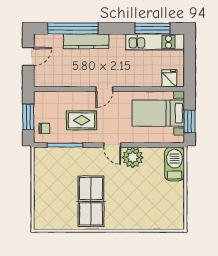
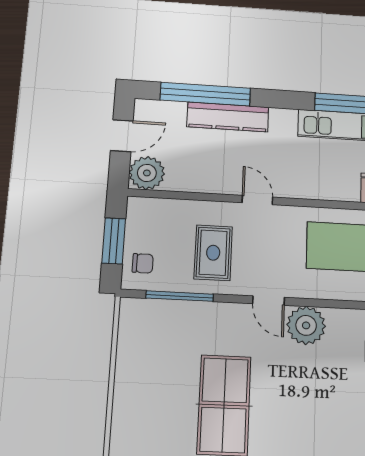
plant: (43, 77) -> (147, 173), added
door: (104, 89) -> (257, 200), swing flipped
rug: (82, 120) -> (213, 253), turned 90

